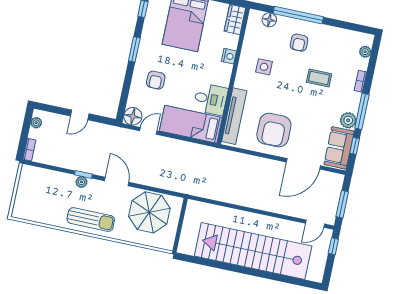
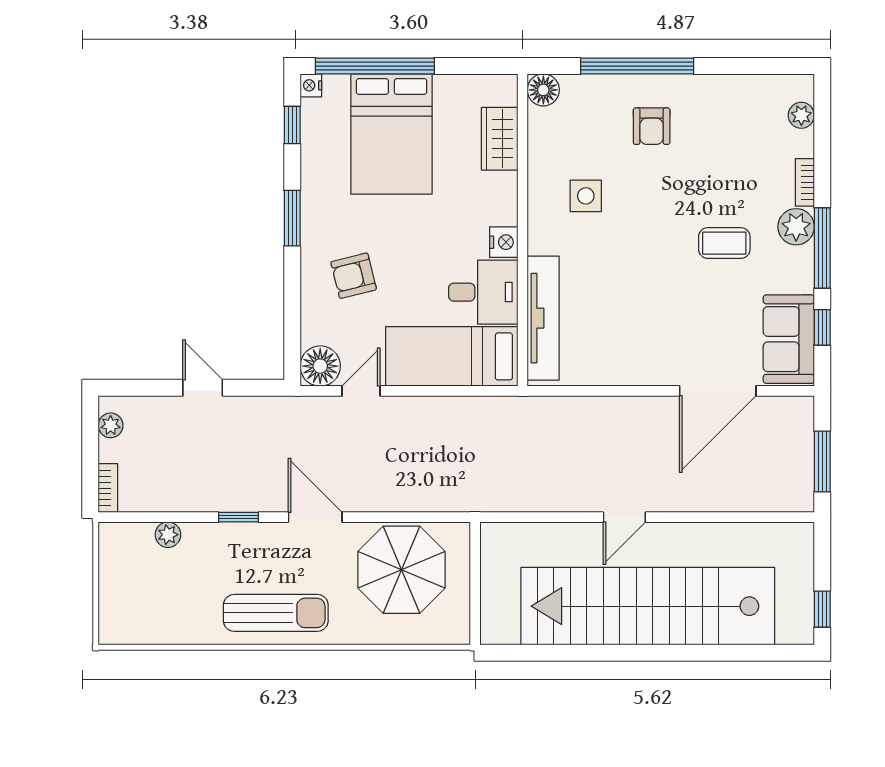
wardrobe: (235, 19) -> (500, 139), moved
floor lamp: (269, 20) -> (543, 90), moved
nightstand: (229, 56) -> (504, 242), moved
coffee table: (319, 78) -> (724, 243), moved
armchair: (156, 80) -> (354, 276), turned 76
door: (80, 115) -> (203, 388), swing flipped
plant: (348, 120) -> (796, 227), moved
armchair: (274, 130) -> (637, 330), removed
plant: (81, 182) -> (168, 535), moved
door: (315, 224) -> (624, 517), moved
window: (333, 246) -> (822, 609), moved

